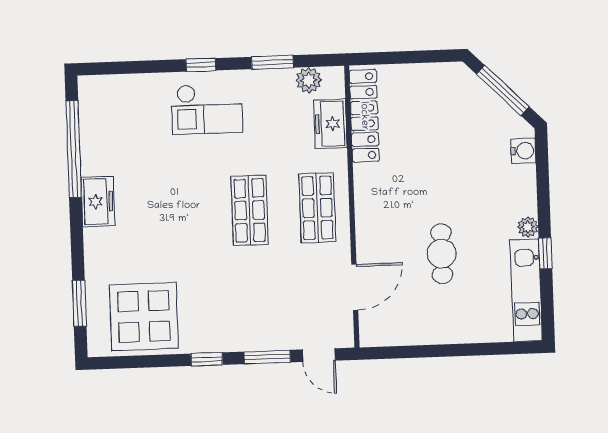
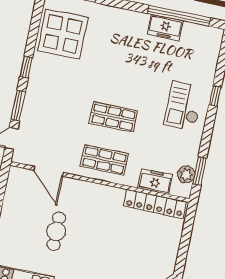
window: (272, 62) -> (200, 171), moved
window: (201, 65) -> (215, 96), moved
freezer: (98, 202) -> (165, 28), moved
cafe table: (442, 254) -> (56, 231), turned 90

